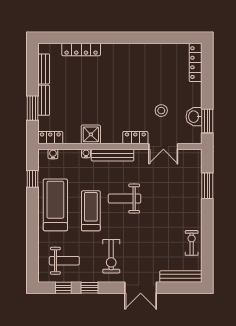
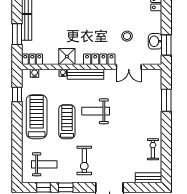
locker: (135, 138) -> (99, 59), width x1.53
bench: (181, 276) -> (149, 178), width x0.73

